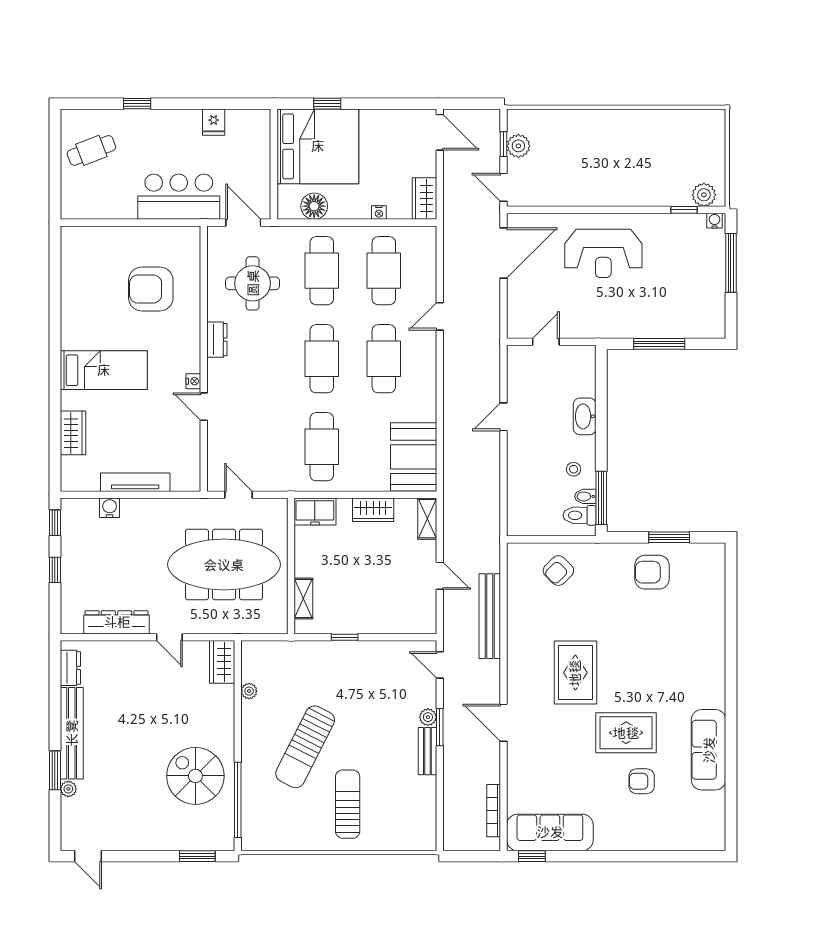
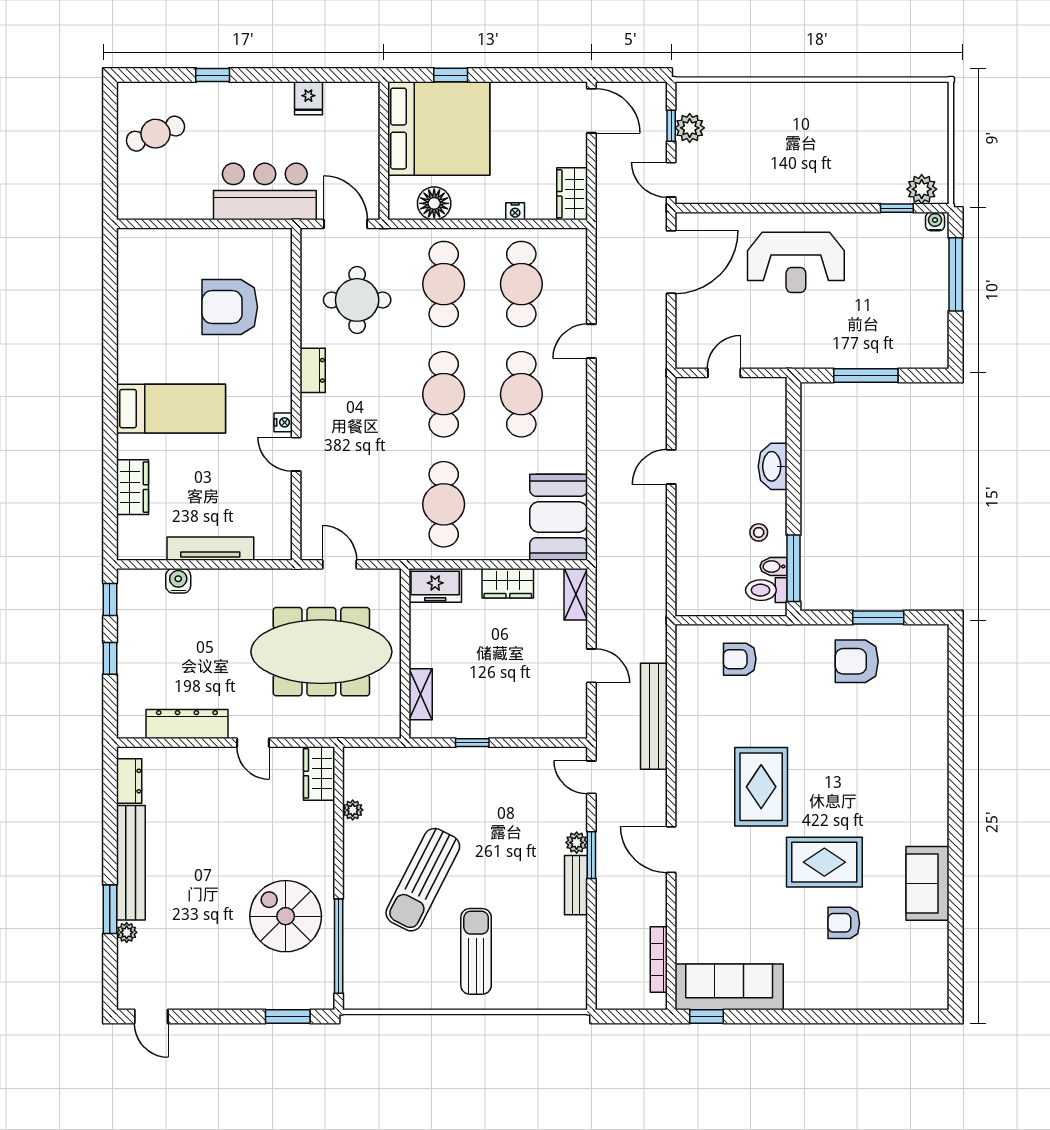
armchair: (558, 571) -> (740, 659), turned 45
sofa: (709, 750) -> (928, 883), width x0.73

